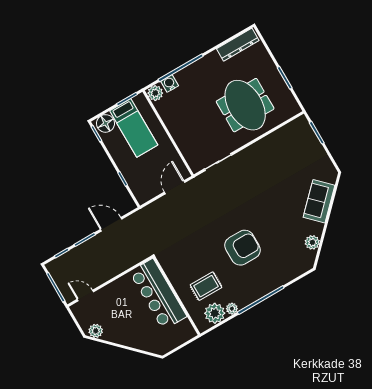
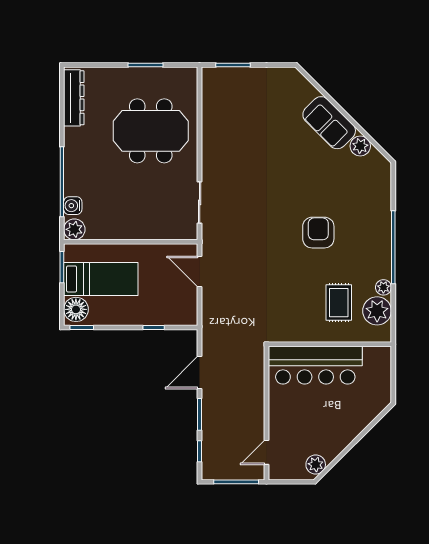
sofa: (319, 201) -> (329, 123), moved
armchair: (243, 248) -> (318, 233), width x0.73, depth x0.73

